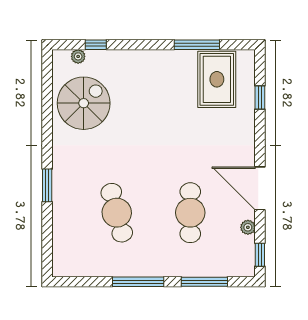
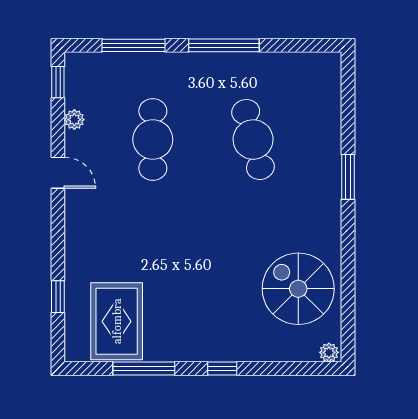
window: (96, 45) -> (222, 369), moved
plant: (78, 56) -> (329, 352), moved
spiral stairs: (84, 103) -> (298, 289), turned 90
door: (260, 188) -> (58, 173), width x0.53

